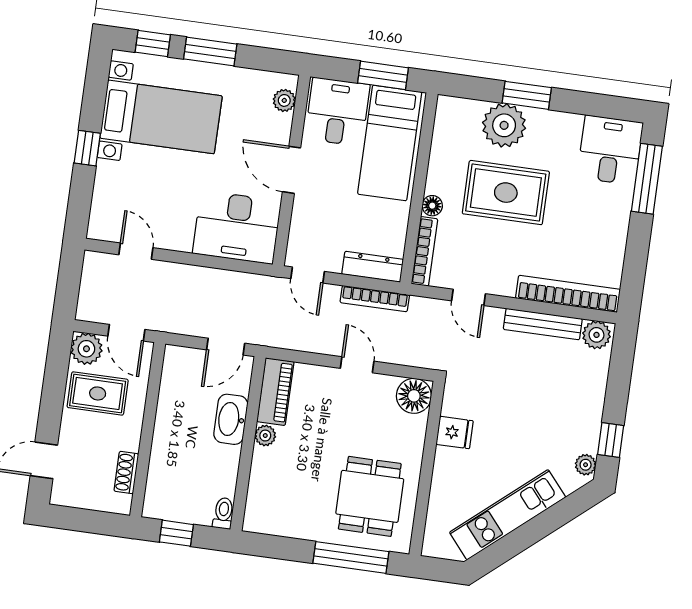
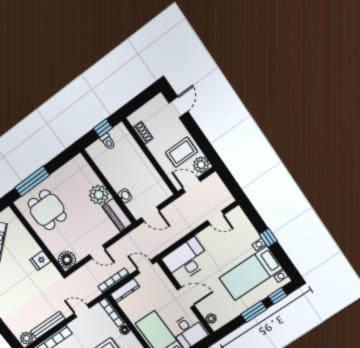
door: (226, 347) -> (150, 214), swing flipped
washbasin: (231, 419) -> (125, 196), width x0.52, depth x0.69
plant: (265, 436) -> (99, 195), width x1.88, depth x1.88
toilet: (223, 513) -> (108, 142), moved

